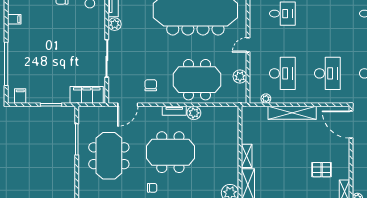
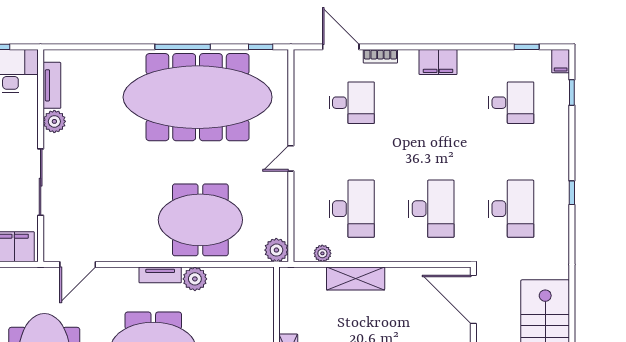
plant: (240, 77) -> (276, 250), moved
chair: (151, 85) -> (118, 230), removed
shelving: (292, 113) -> (356, 278), width x0.68

